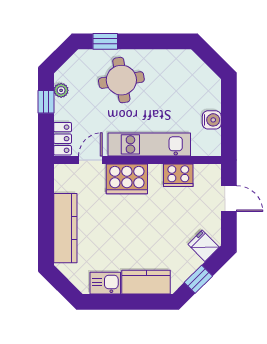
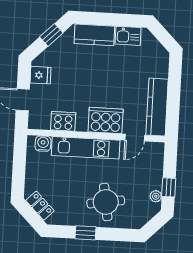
window: (105, 41) -> (85, 233), moved
water cooler: (212, 120) -> (43, 144), moved, turned 90
locker: (63, 139) -> (40, 206), moved, turned 135
kitchen counter: (65, 228) -> (157, 107), moved
fridge: (204, 246) -> (40, 75), moved, turned -45

